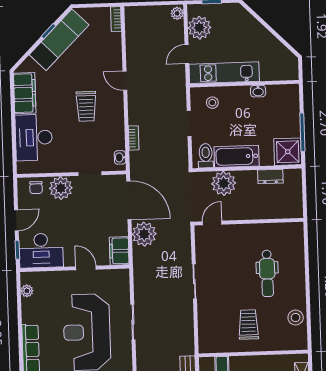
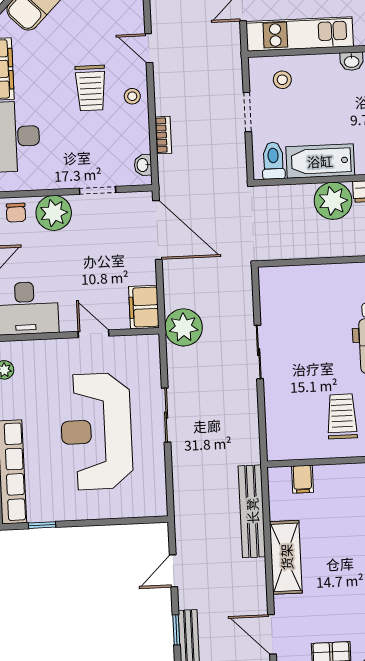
stool: (114, 112) -> (132, 96), added
plant: (224, 183) -> (333, 201), moved
door: (212, 223) -> (284, 263), removed
plant: (144, 234) -> (184, 327), moved

